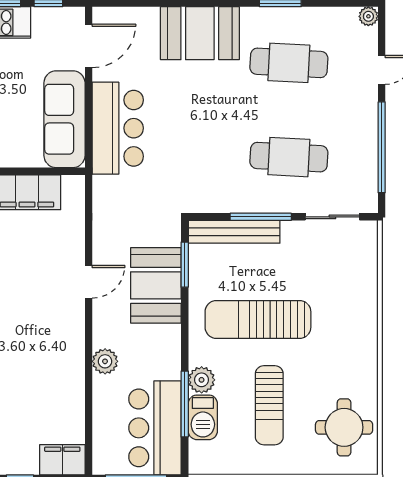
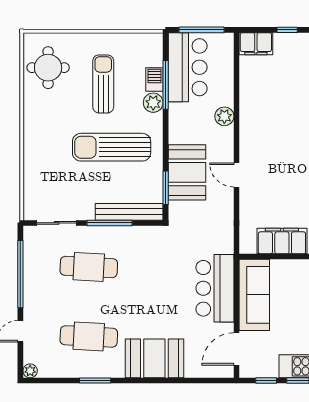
door: (89, 282) -> (236, 175), hinge flipped
sun lounger: (258, 319) -> (112, 147), turned 180
barbecue: (203, 417) -> (154, 80), width x0.73, depth x0.79

